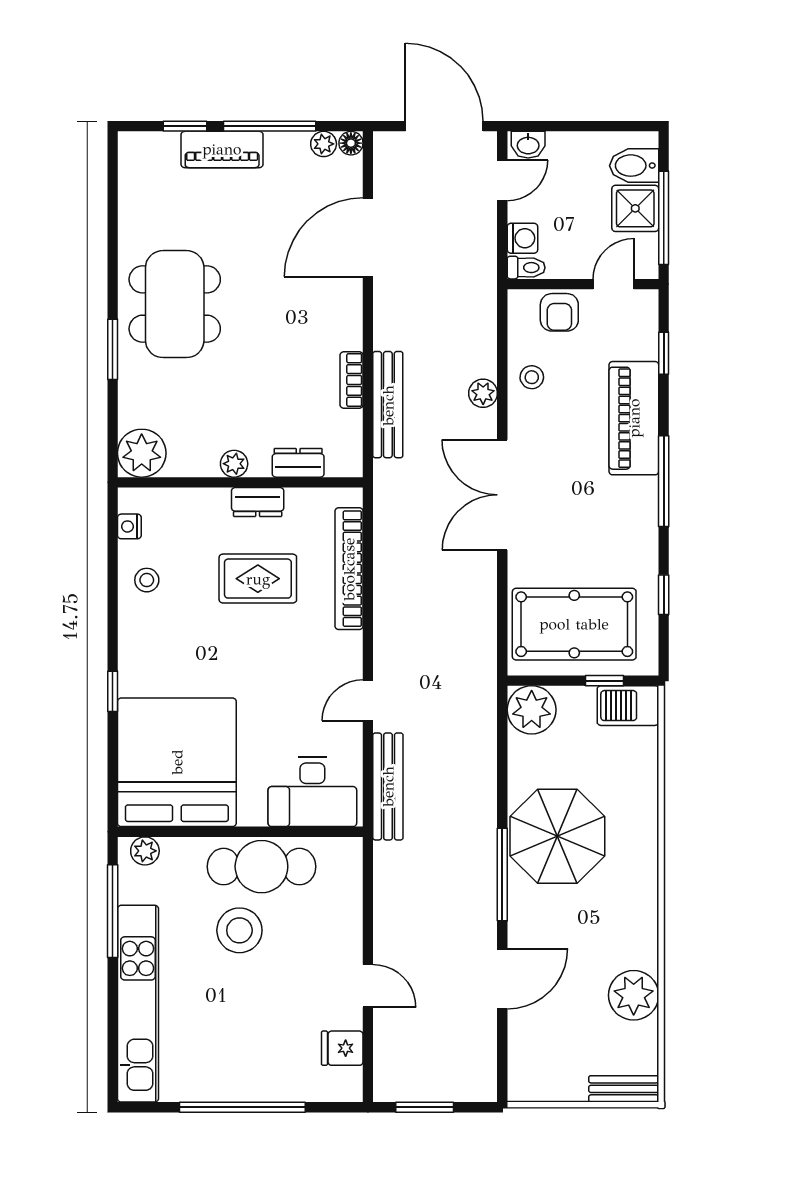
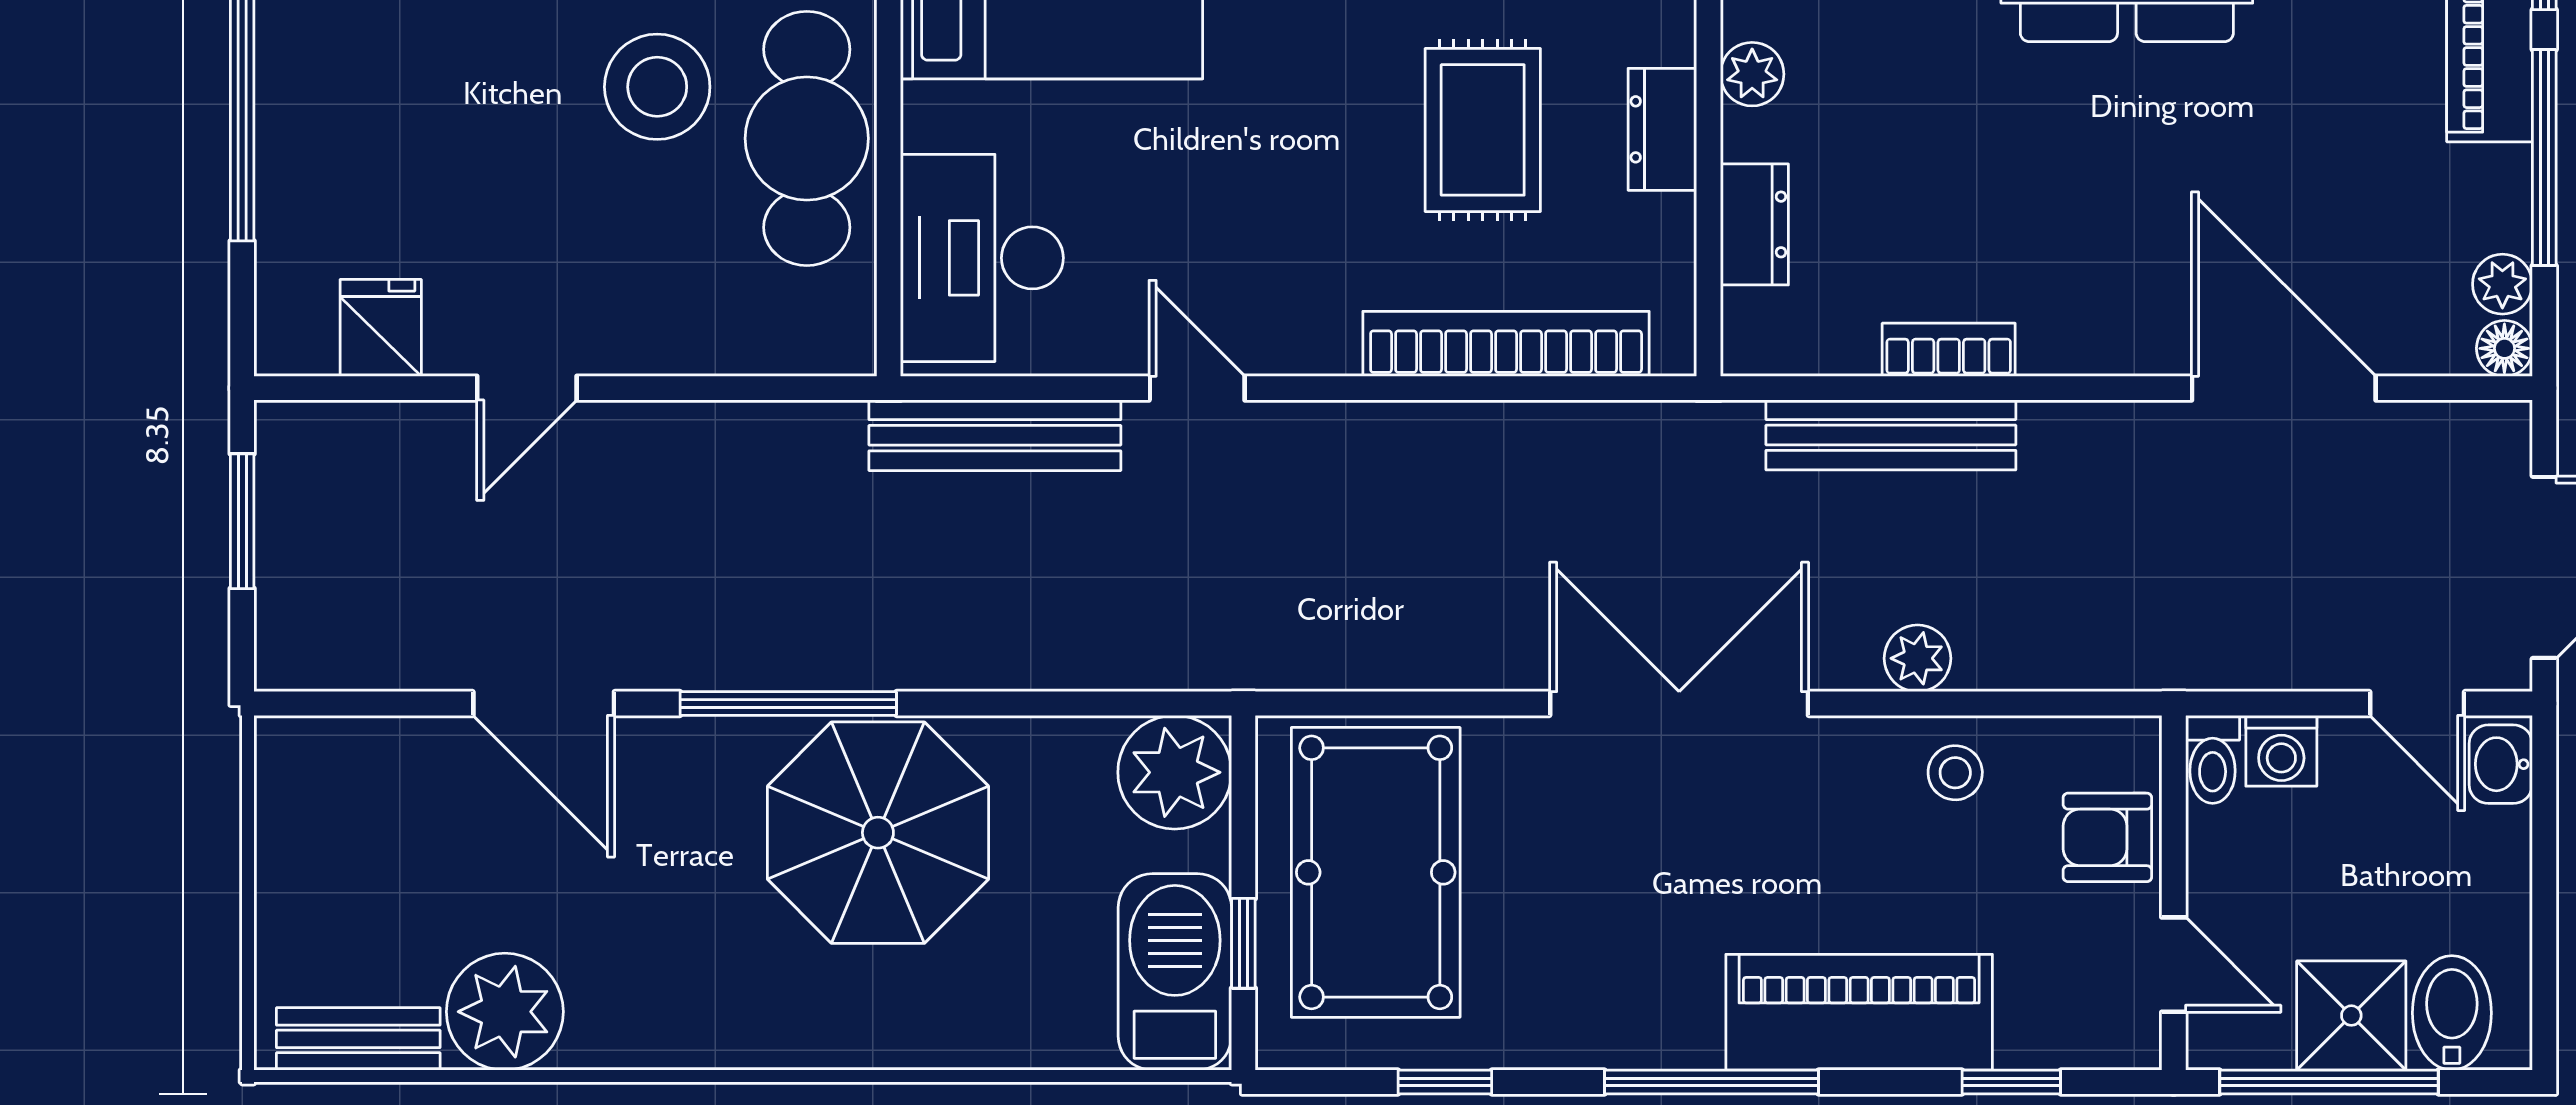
barbecue: (628, 706) -> (1175, 972), width x1.37, depth x1.21
bench: (624, 1089) -> (358, 1039), moved, turned 90

